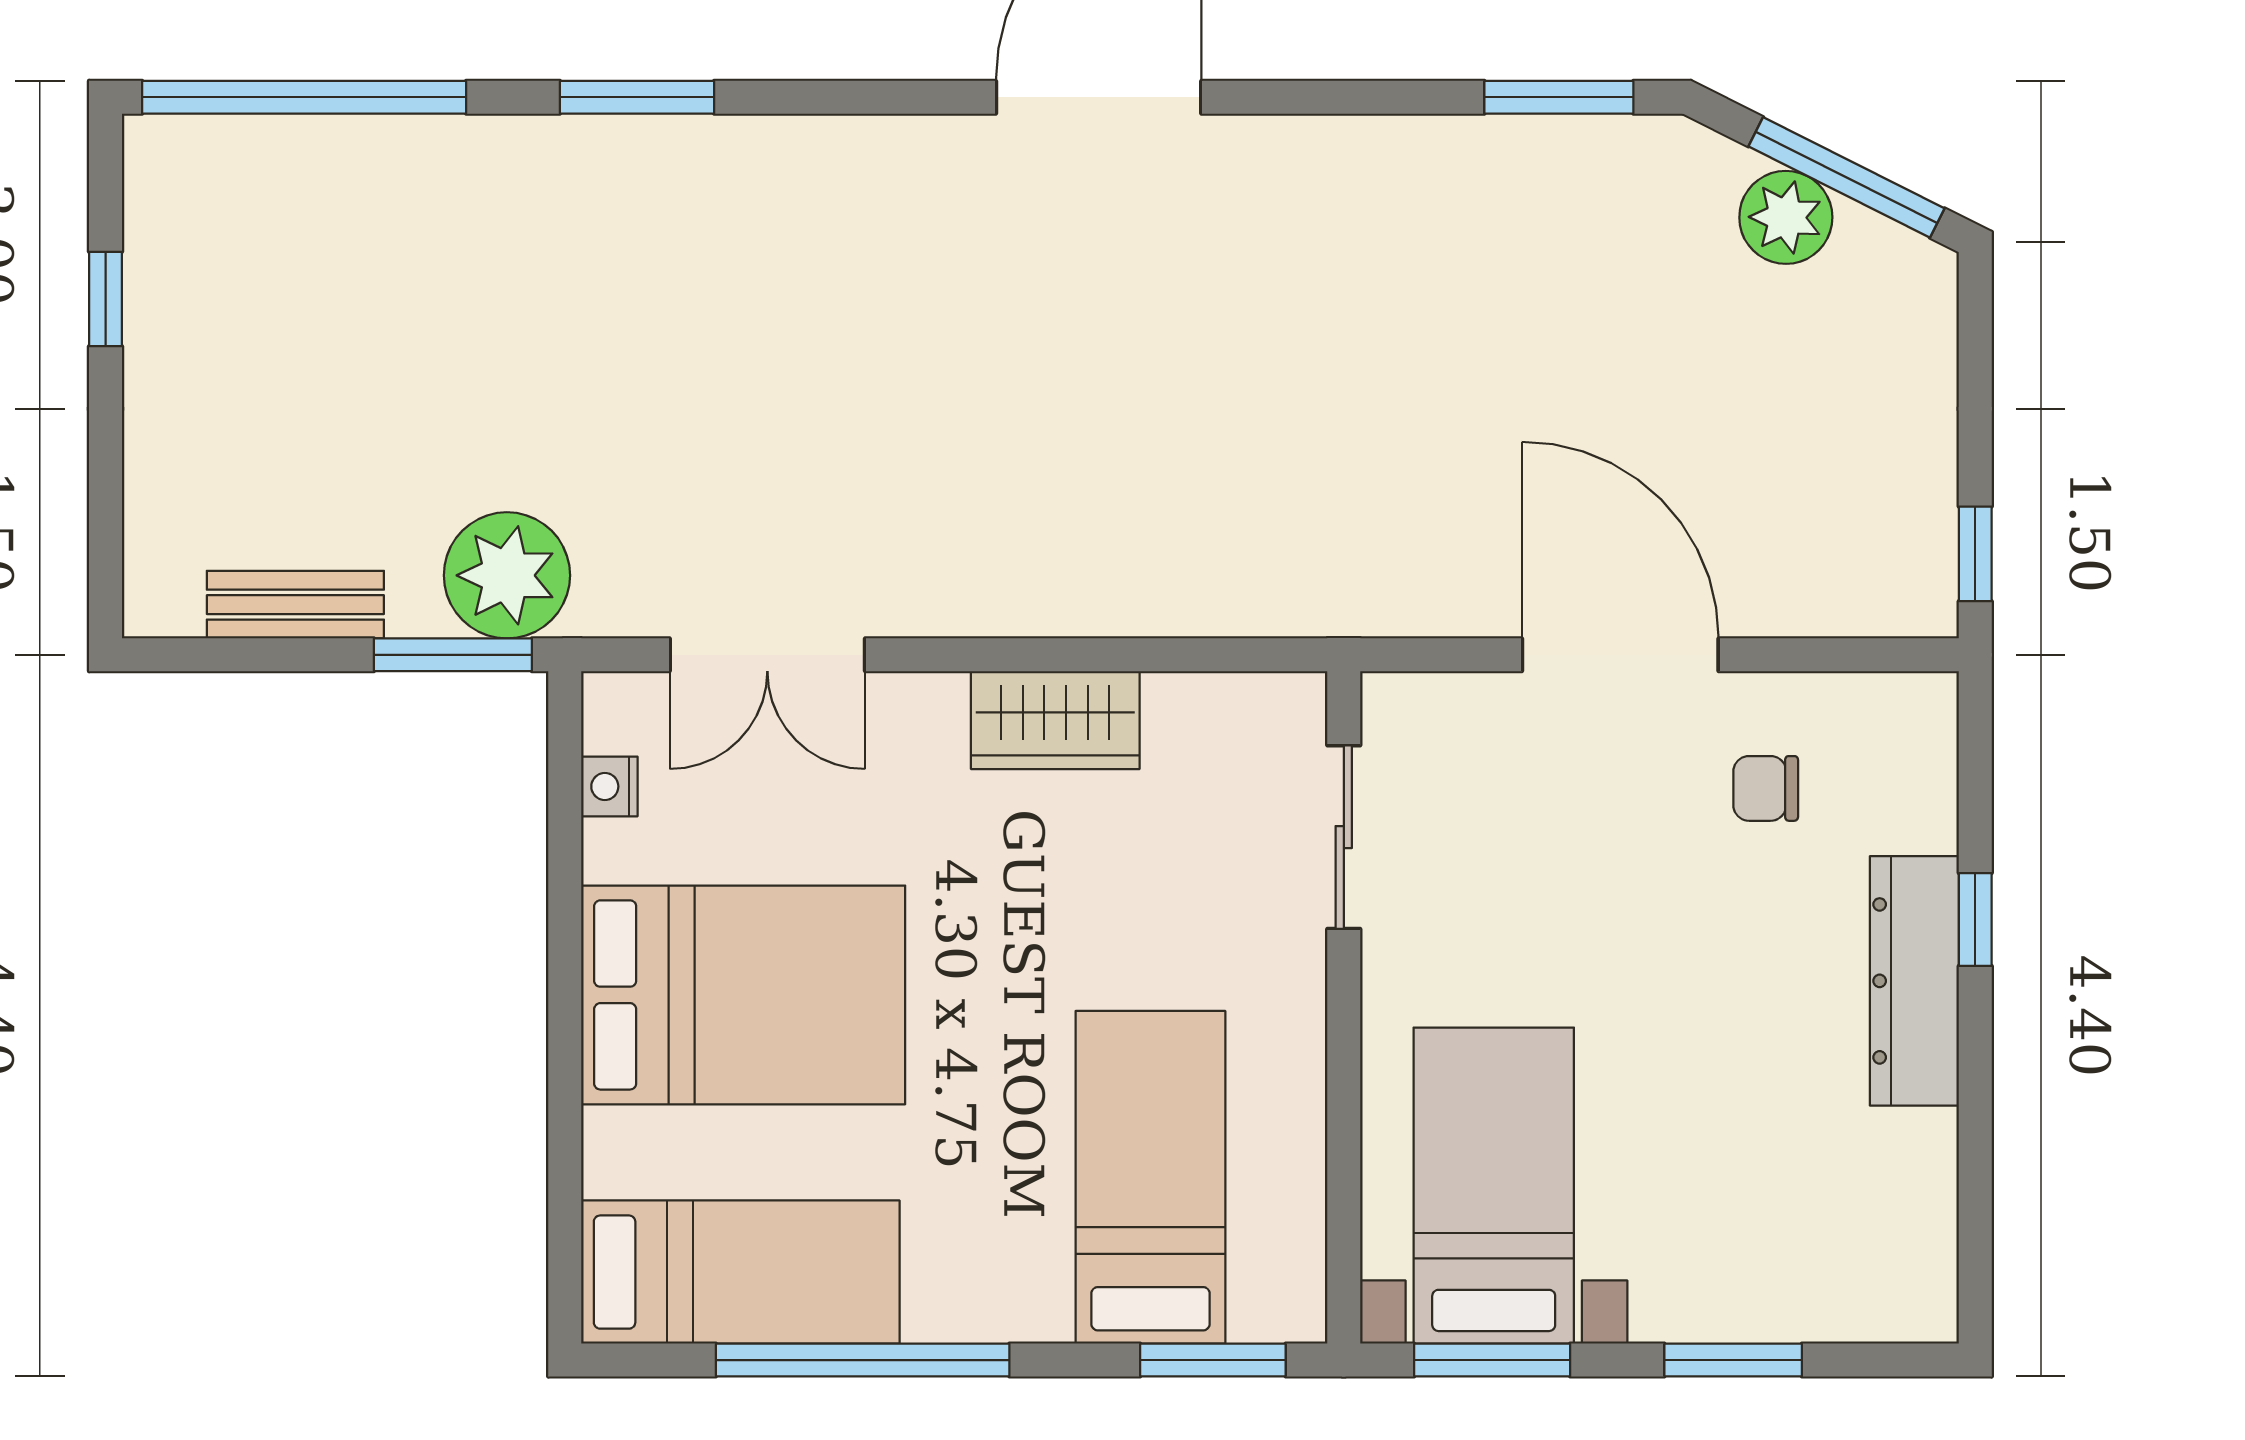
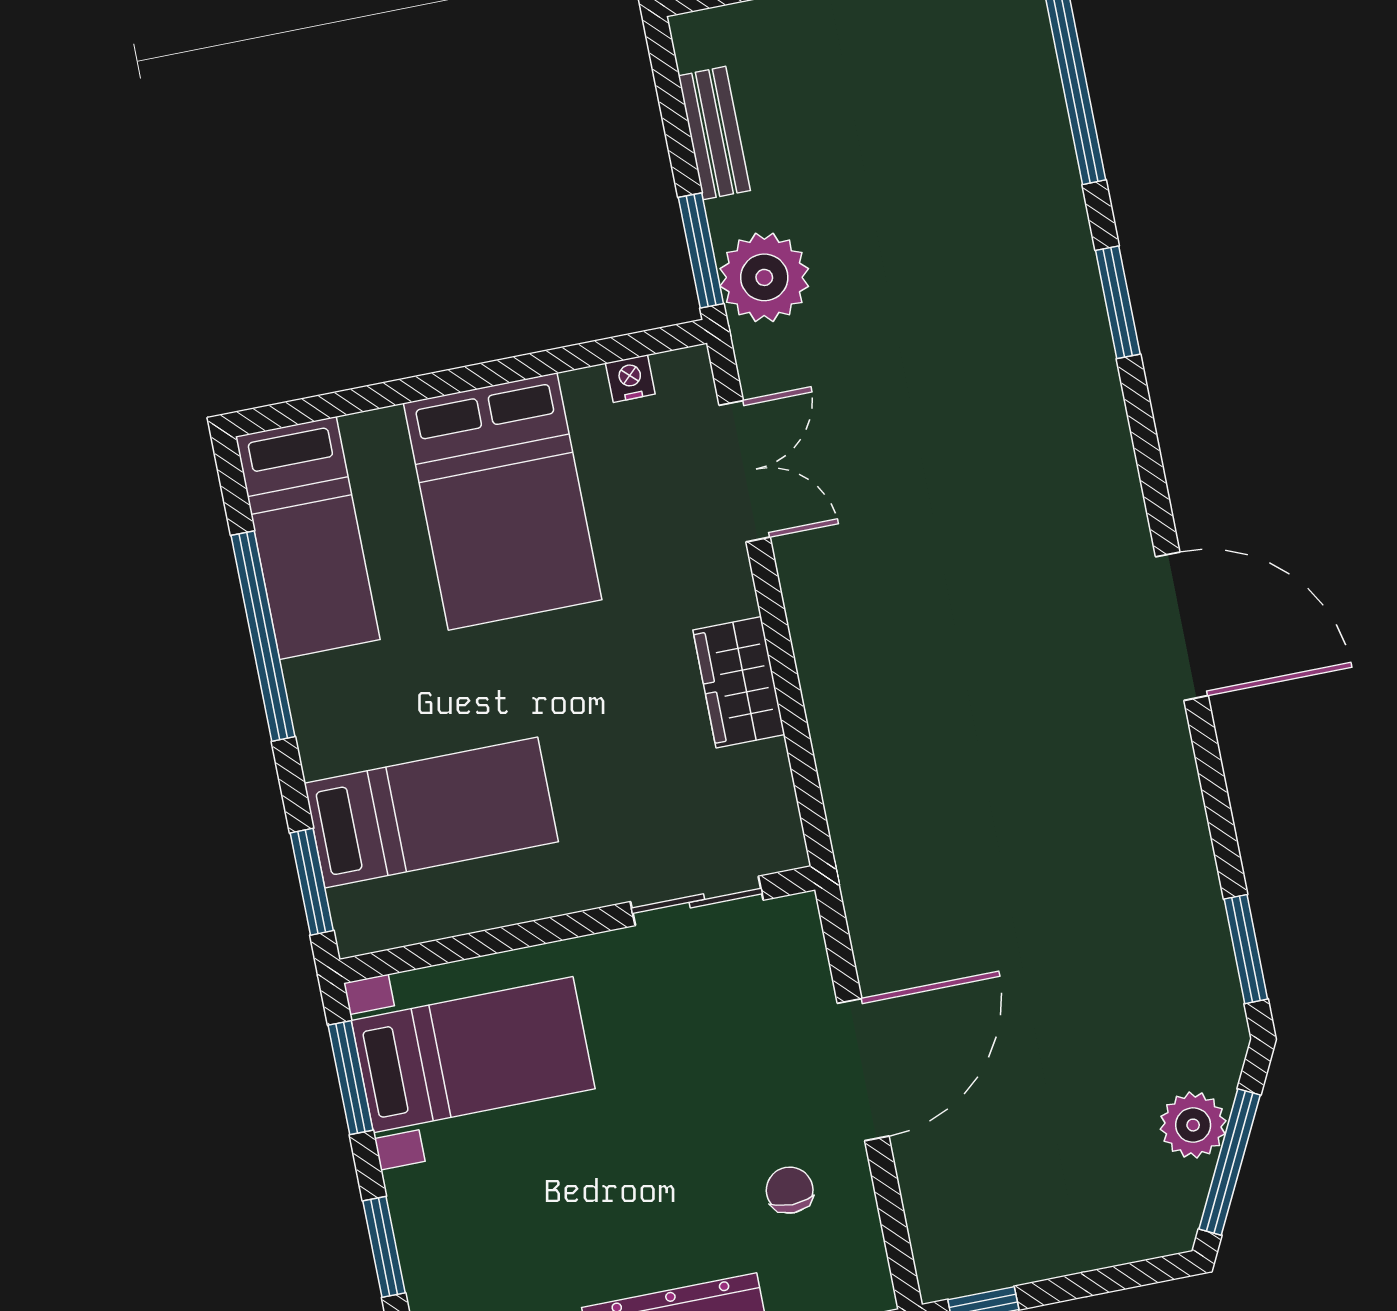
double door: (767, 655) -> (745, 471), swing flipped

